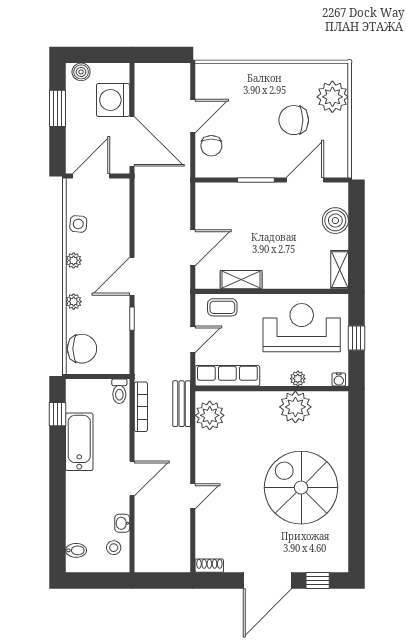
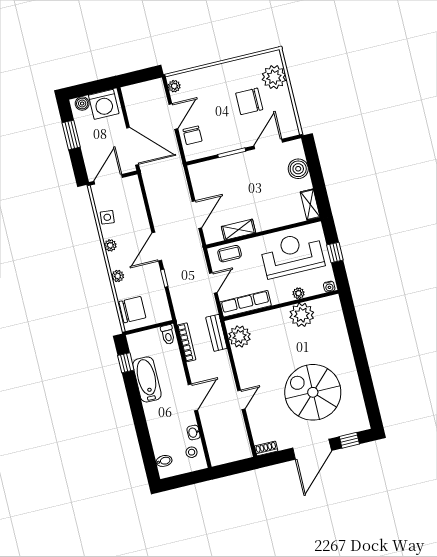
plant: (203, 78) -> (174, 86), added
washing machine: (113, 100) -> (104, 104), moved, turned -90
spiral stairs: (301, 488) -> (313, 392), moved

